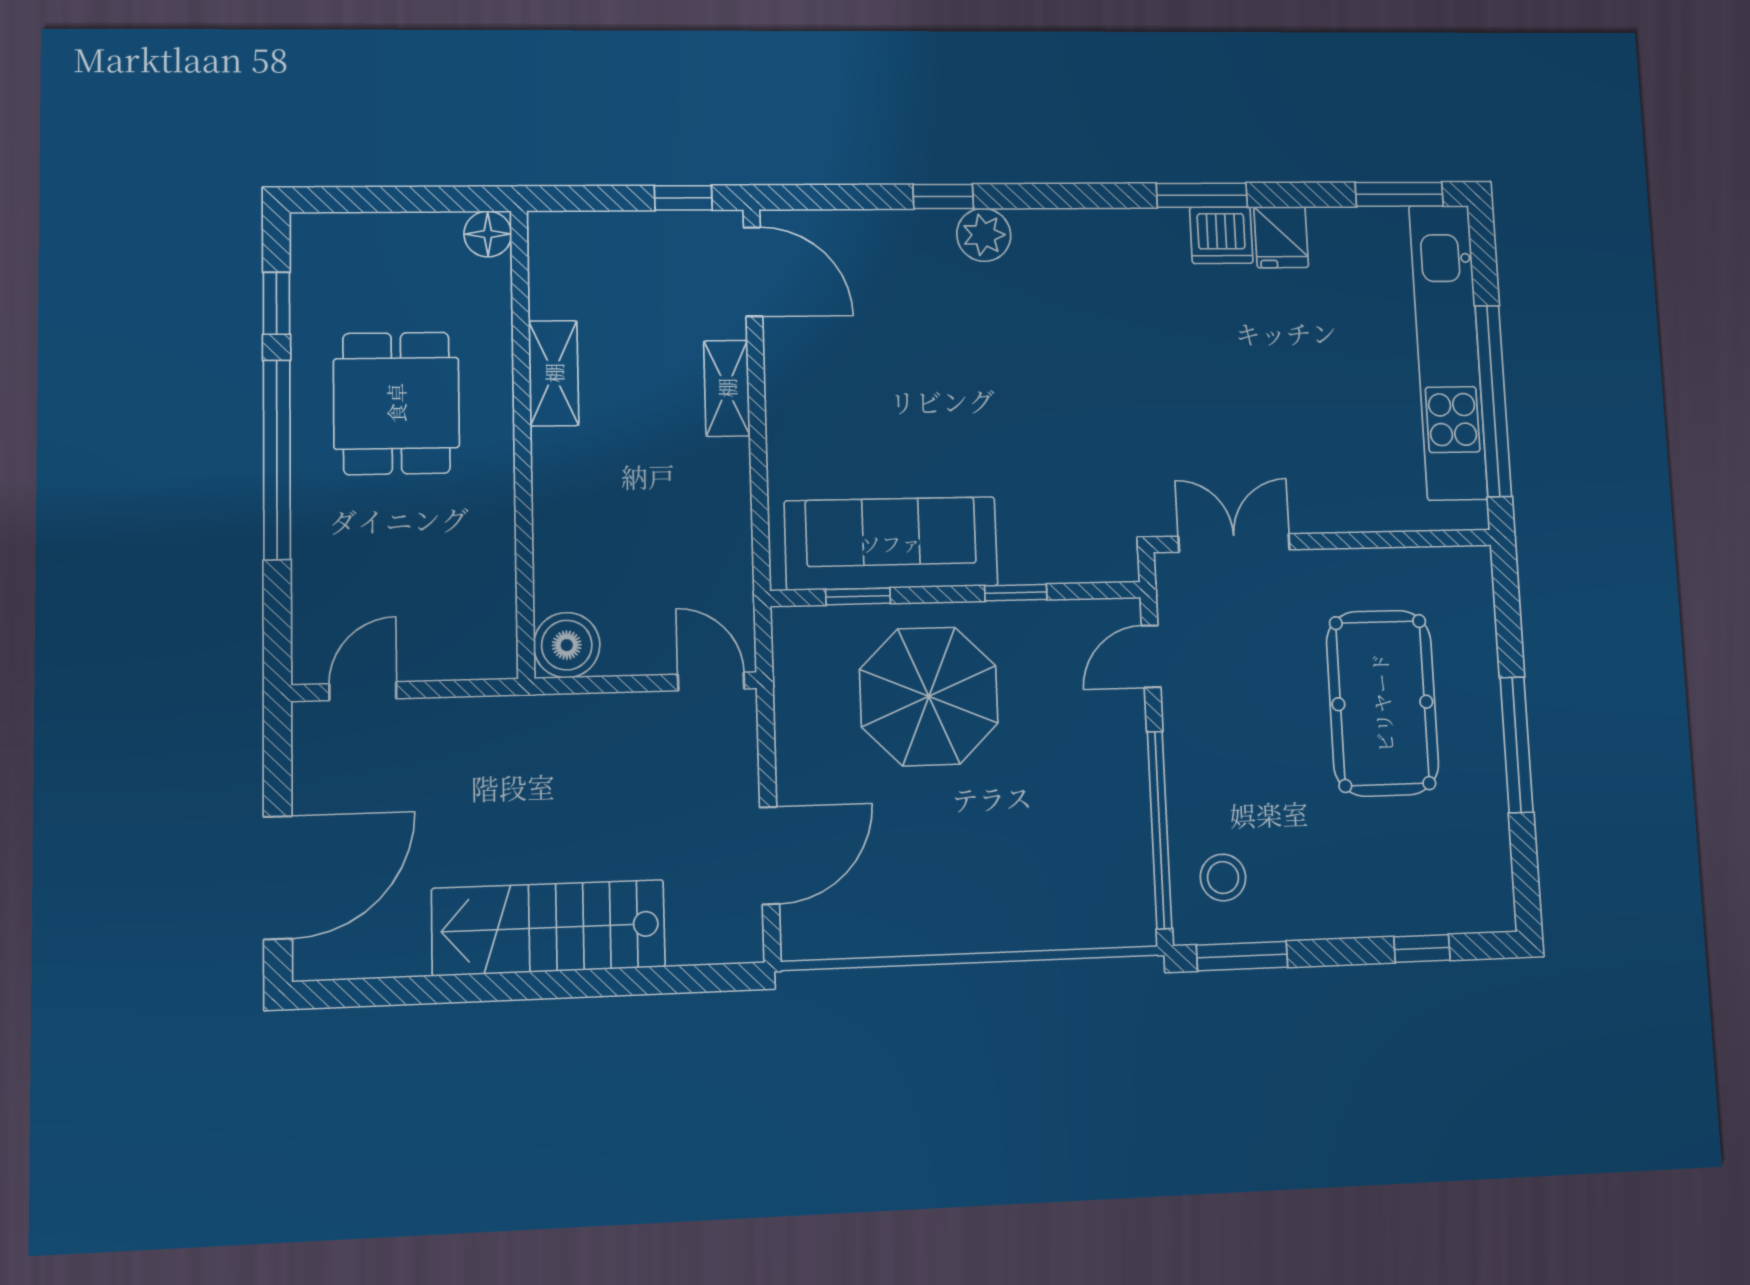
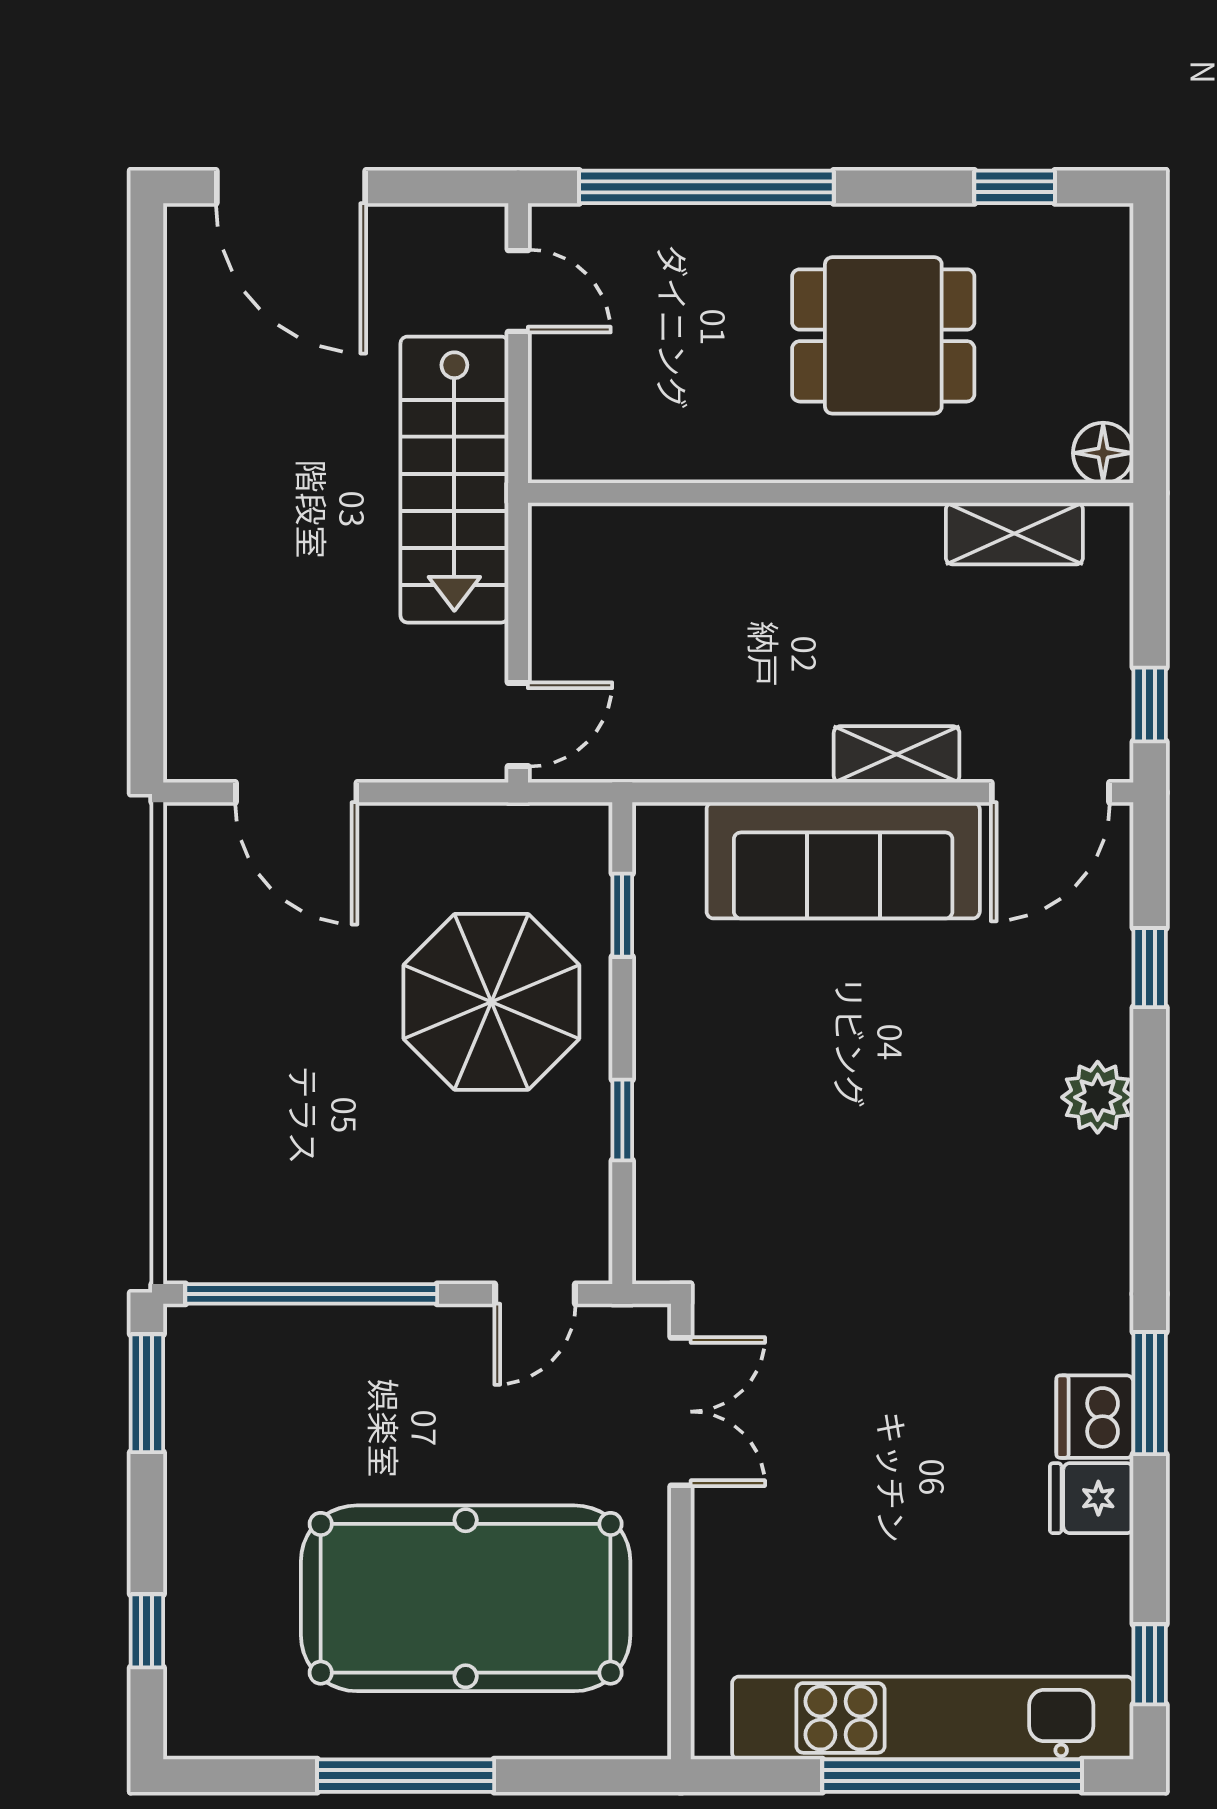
window: (1399, 194) -> (1150, 1664), width x0.67
window: (943, 197) -> (1150, 968), moved
shelving: (554, 373) -> (1014, 534), moved
window: (1493, 401) -> (952, 1776), moved
window: (277, 460) -> (706, 187), moved
sofa: (891, 543) -> (843, 860), moved, turned 90
boiler: (567, 645) -> (569, 544), removed
door: (1151, 656) -> (535, 1294), swing flipped
pool table: (1382, 703) -> (466, 1598), width x1.36, depth x1.32
stool: (1223, 878) -> (247, 1374), removed
stairs: (549, 928) -> (454, 480), moved, turned 180

